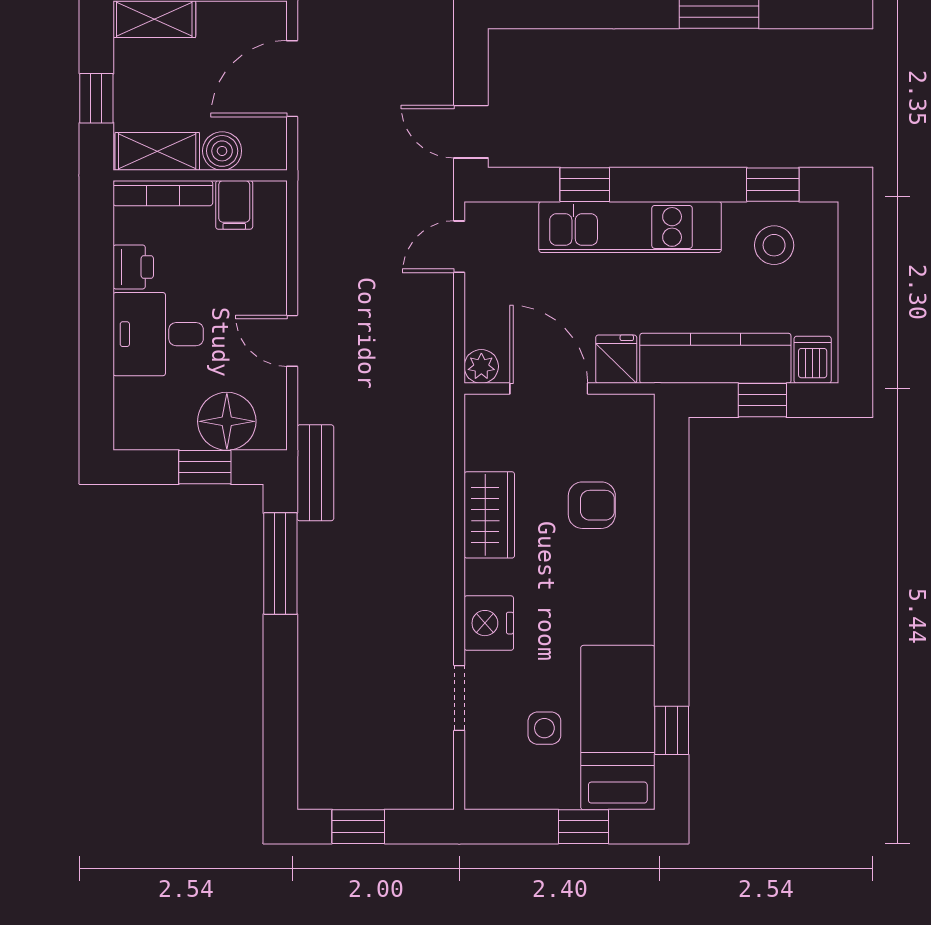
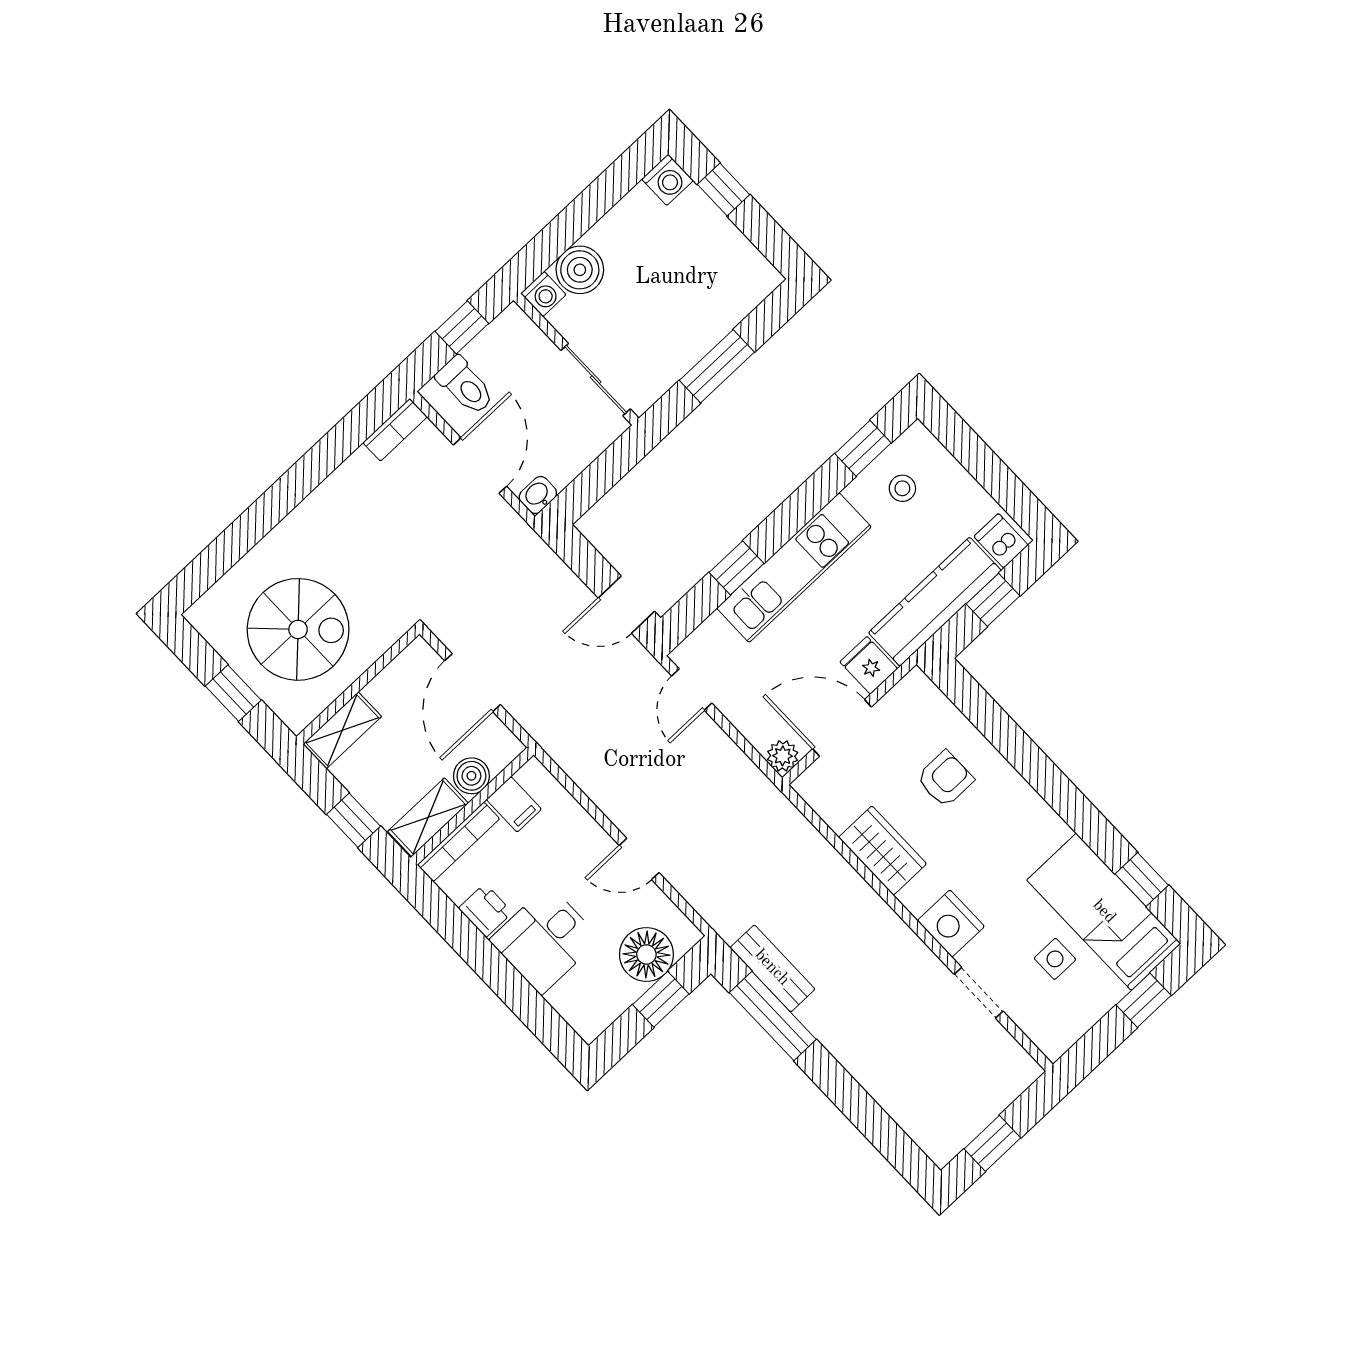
stool: (774, 245) -> (902, 488), width x0.73, depth x0.73
bench: (315, 473) -> (772, 968), moved

